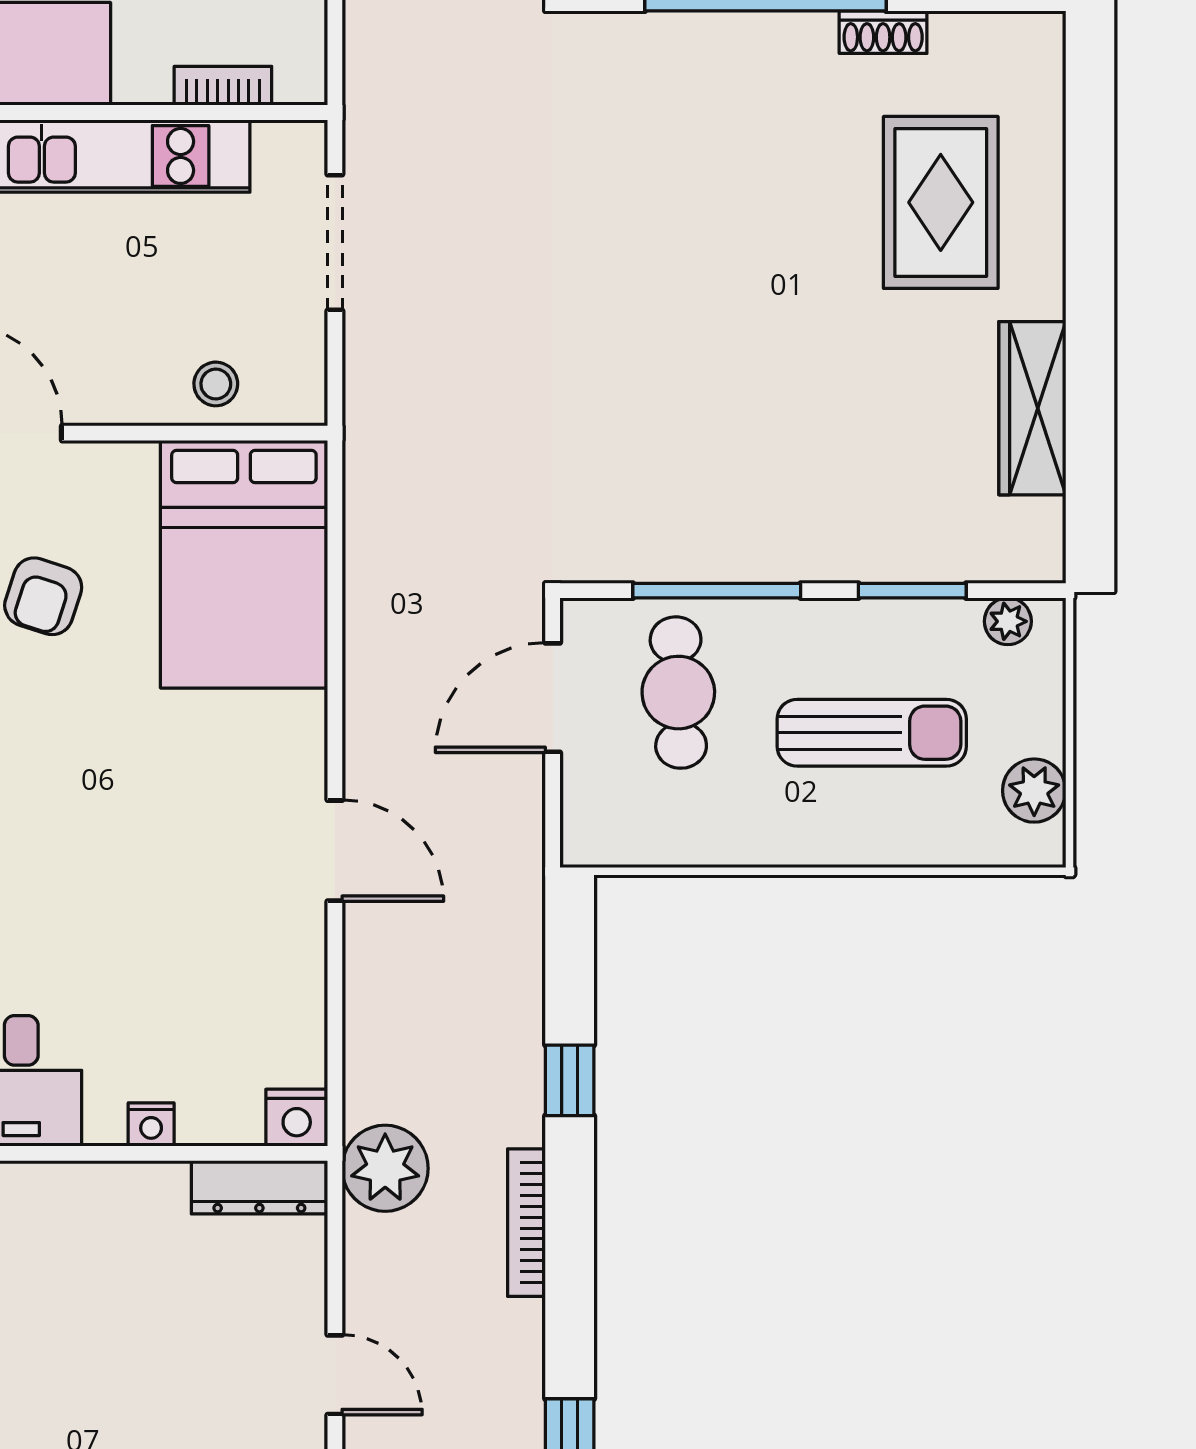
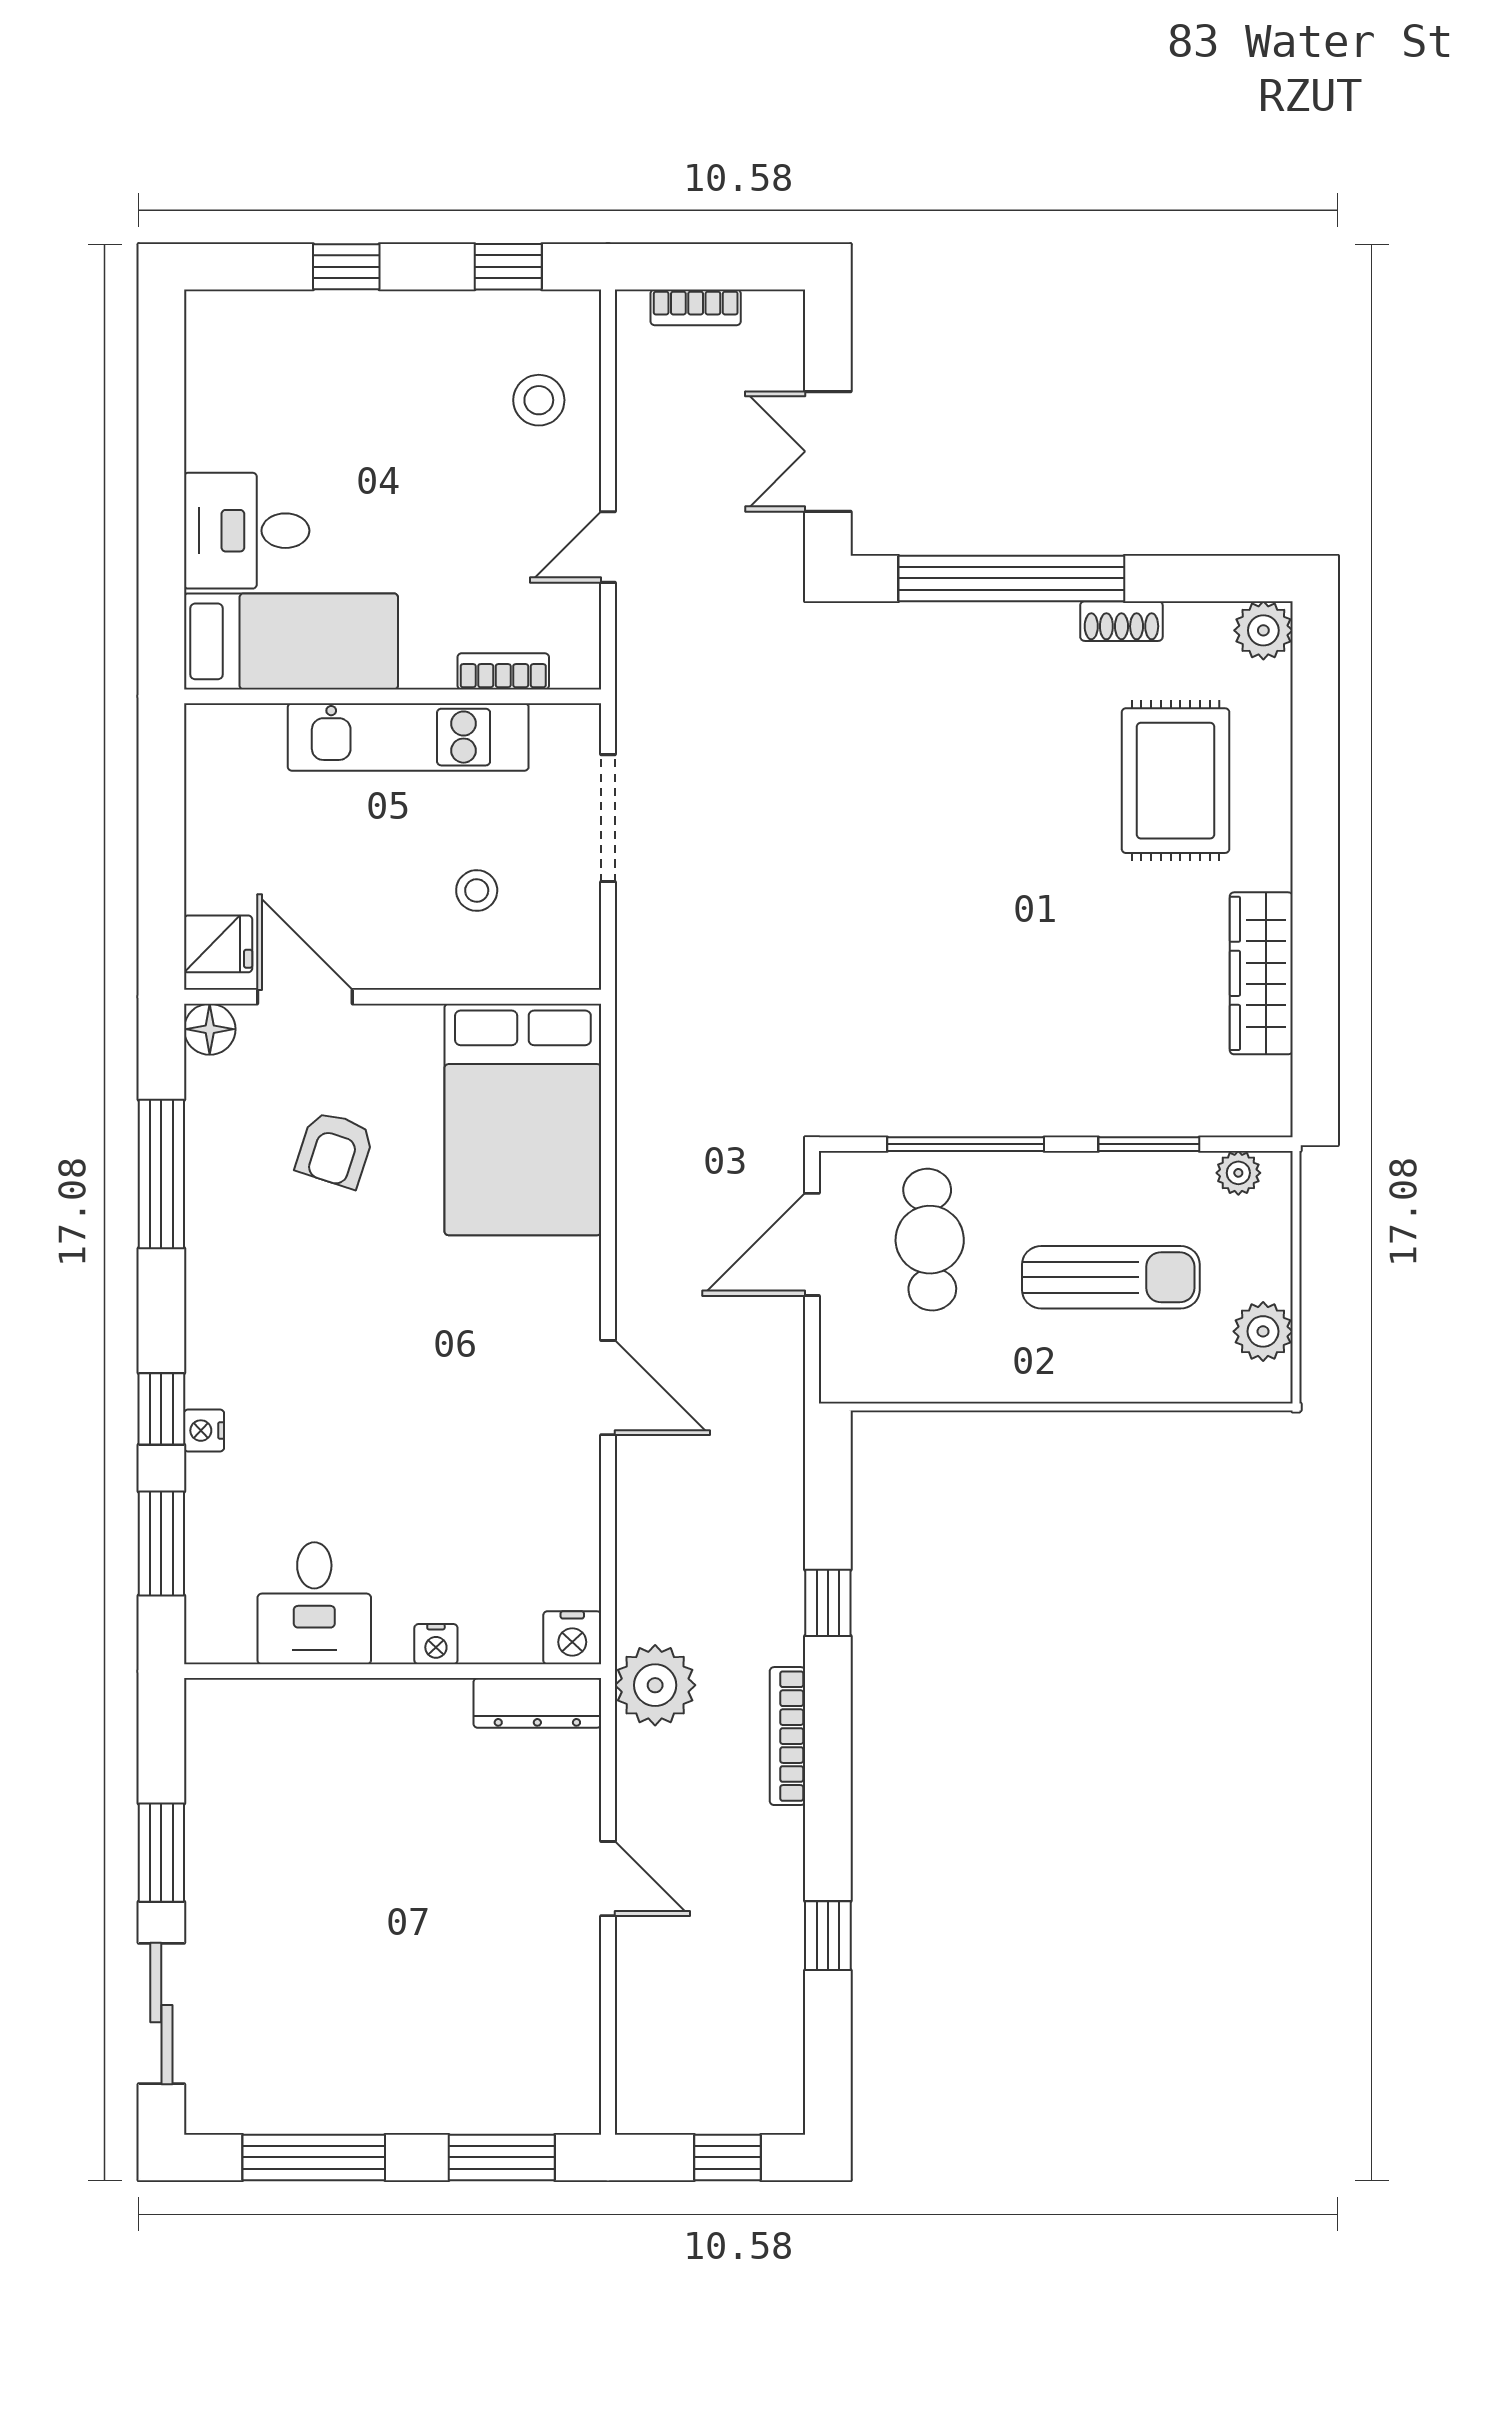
plant: (1035, 42) -> (1263, 630), added
stool: (216, 384) -> (477, 890), moved

